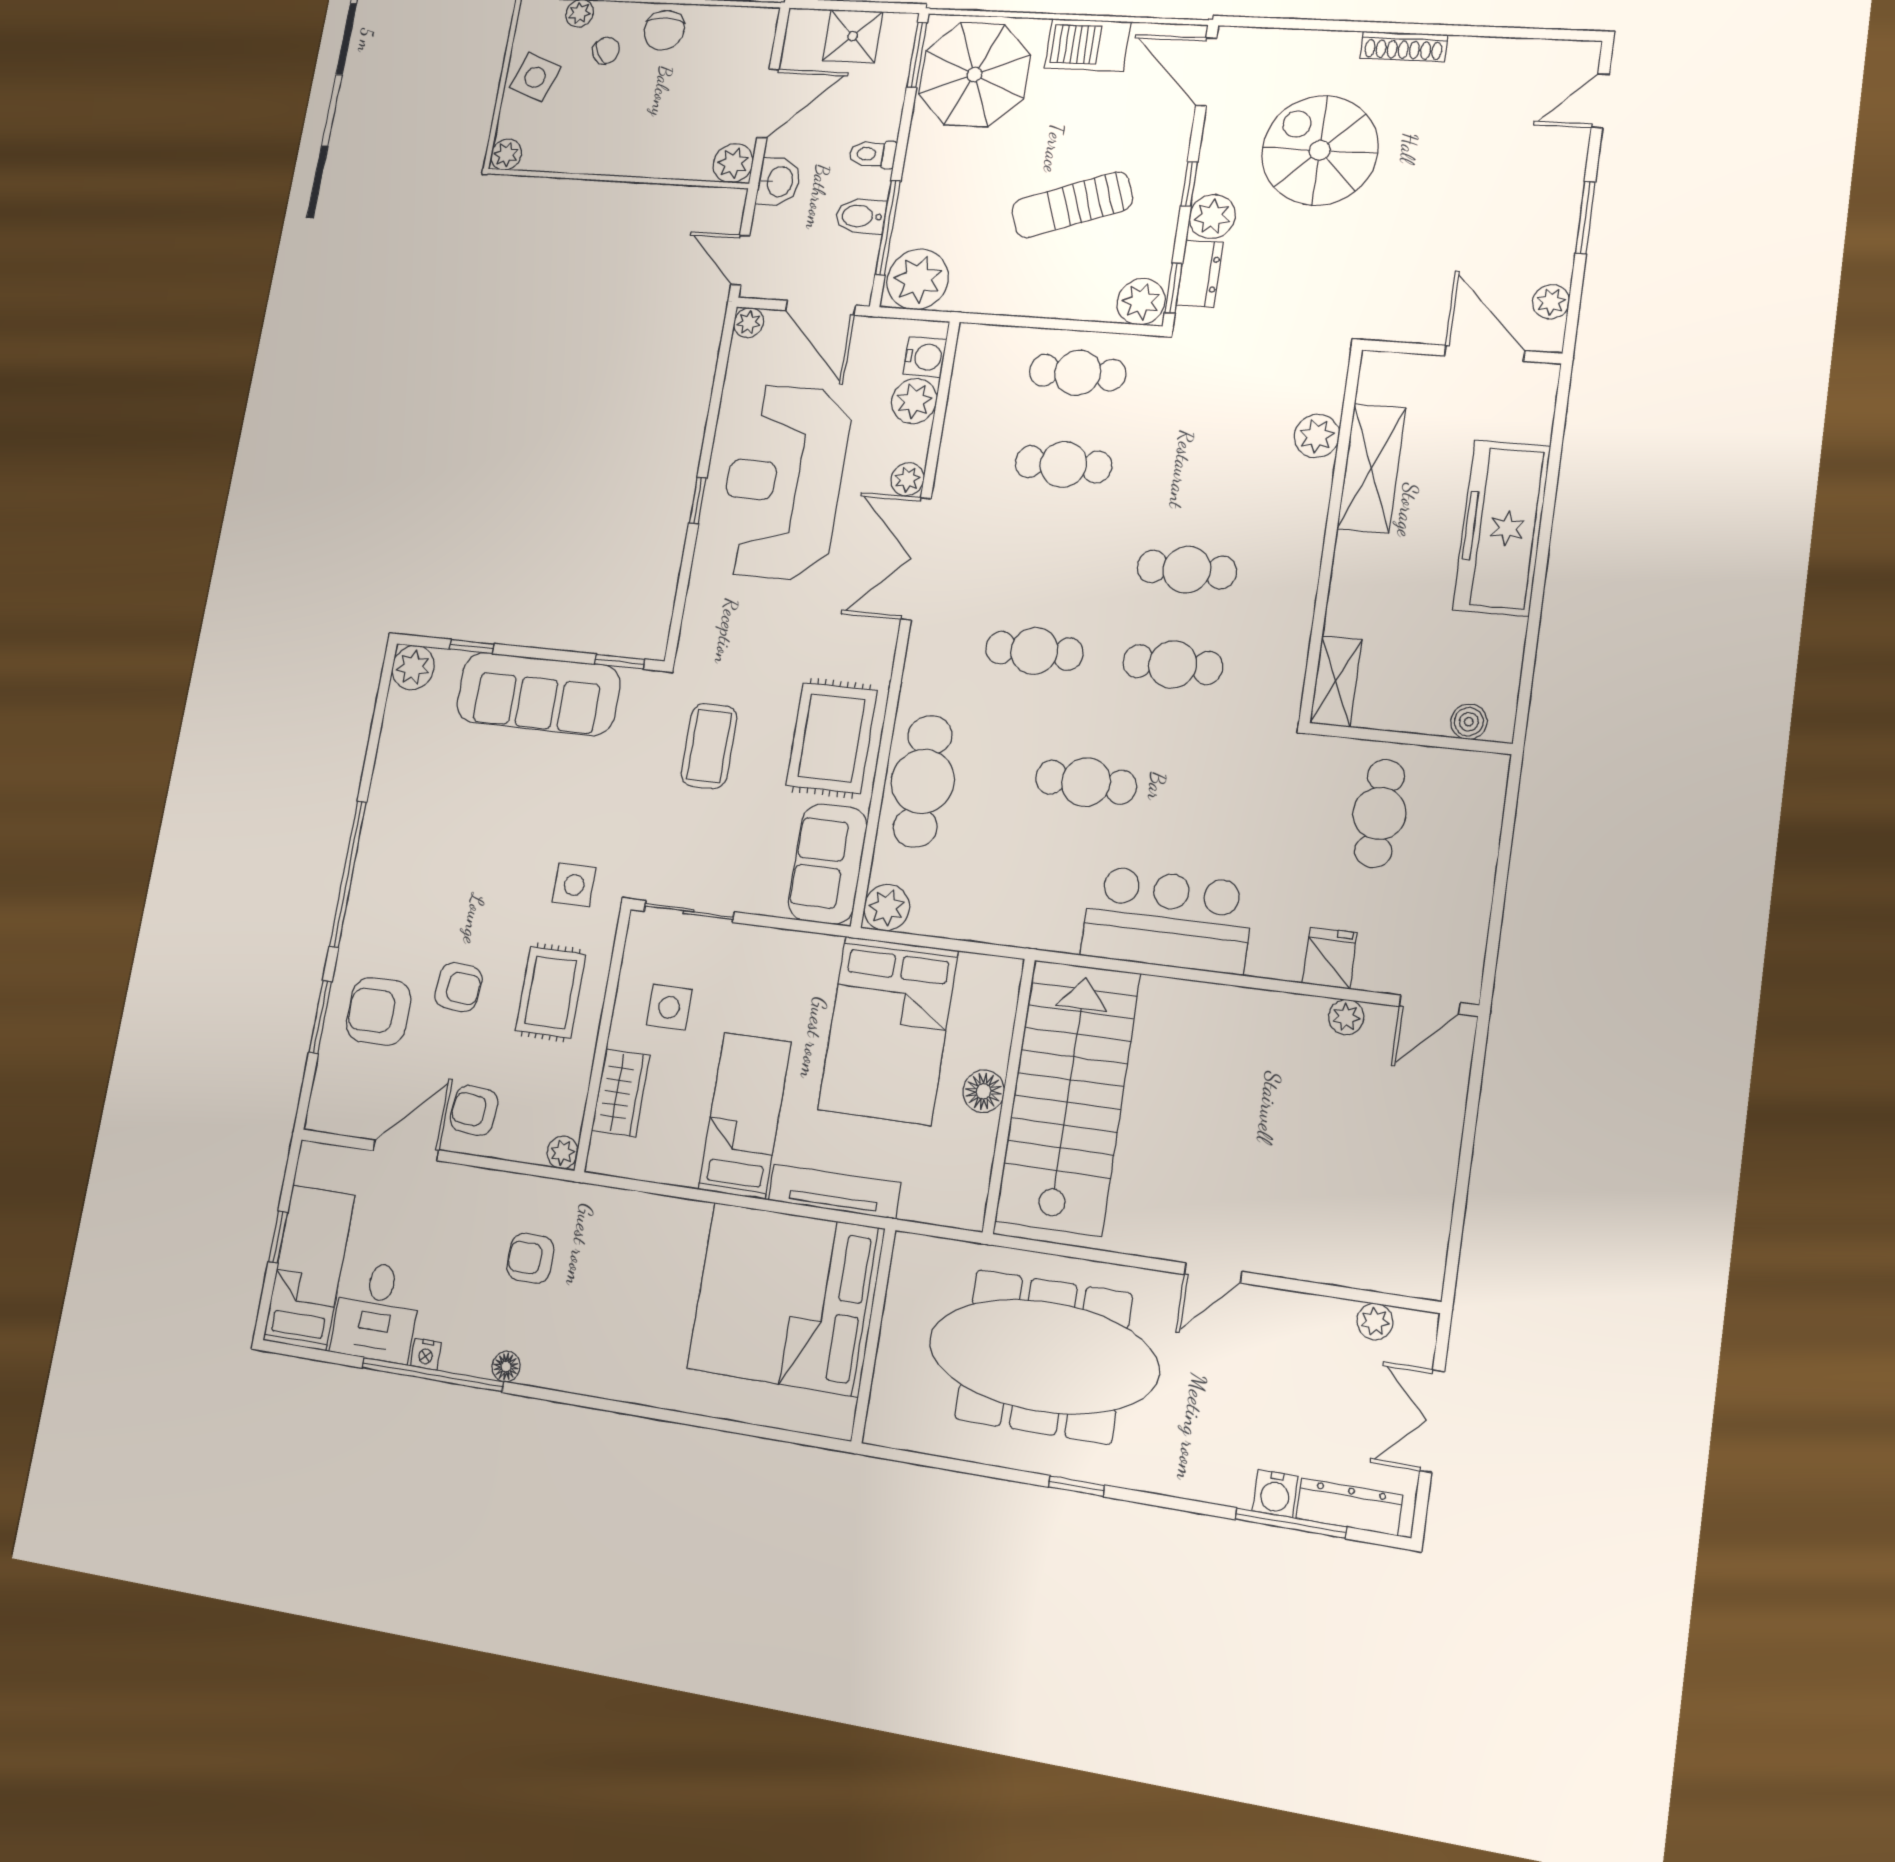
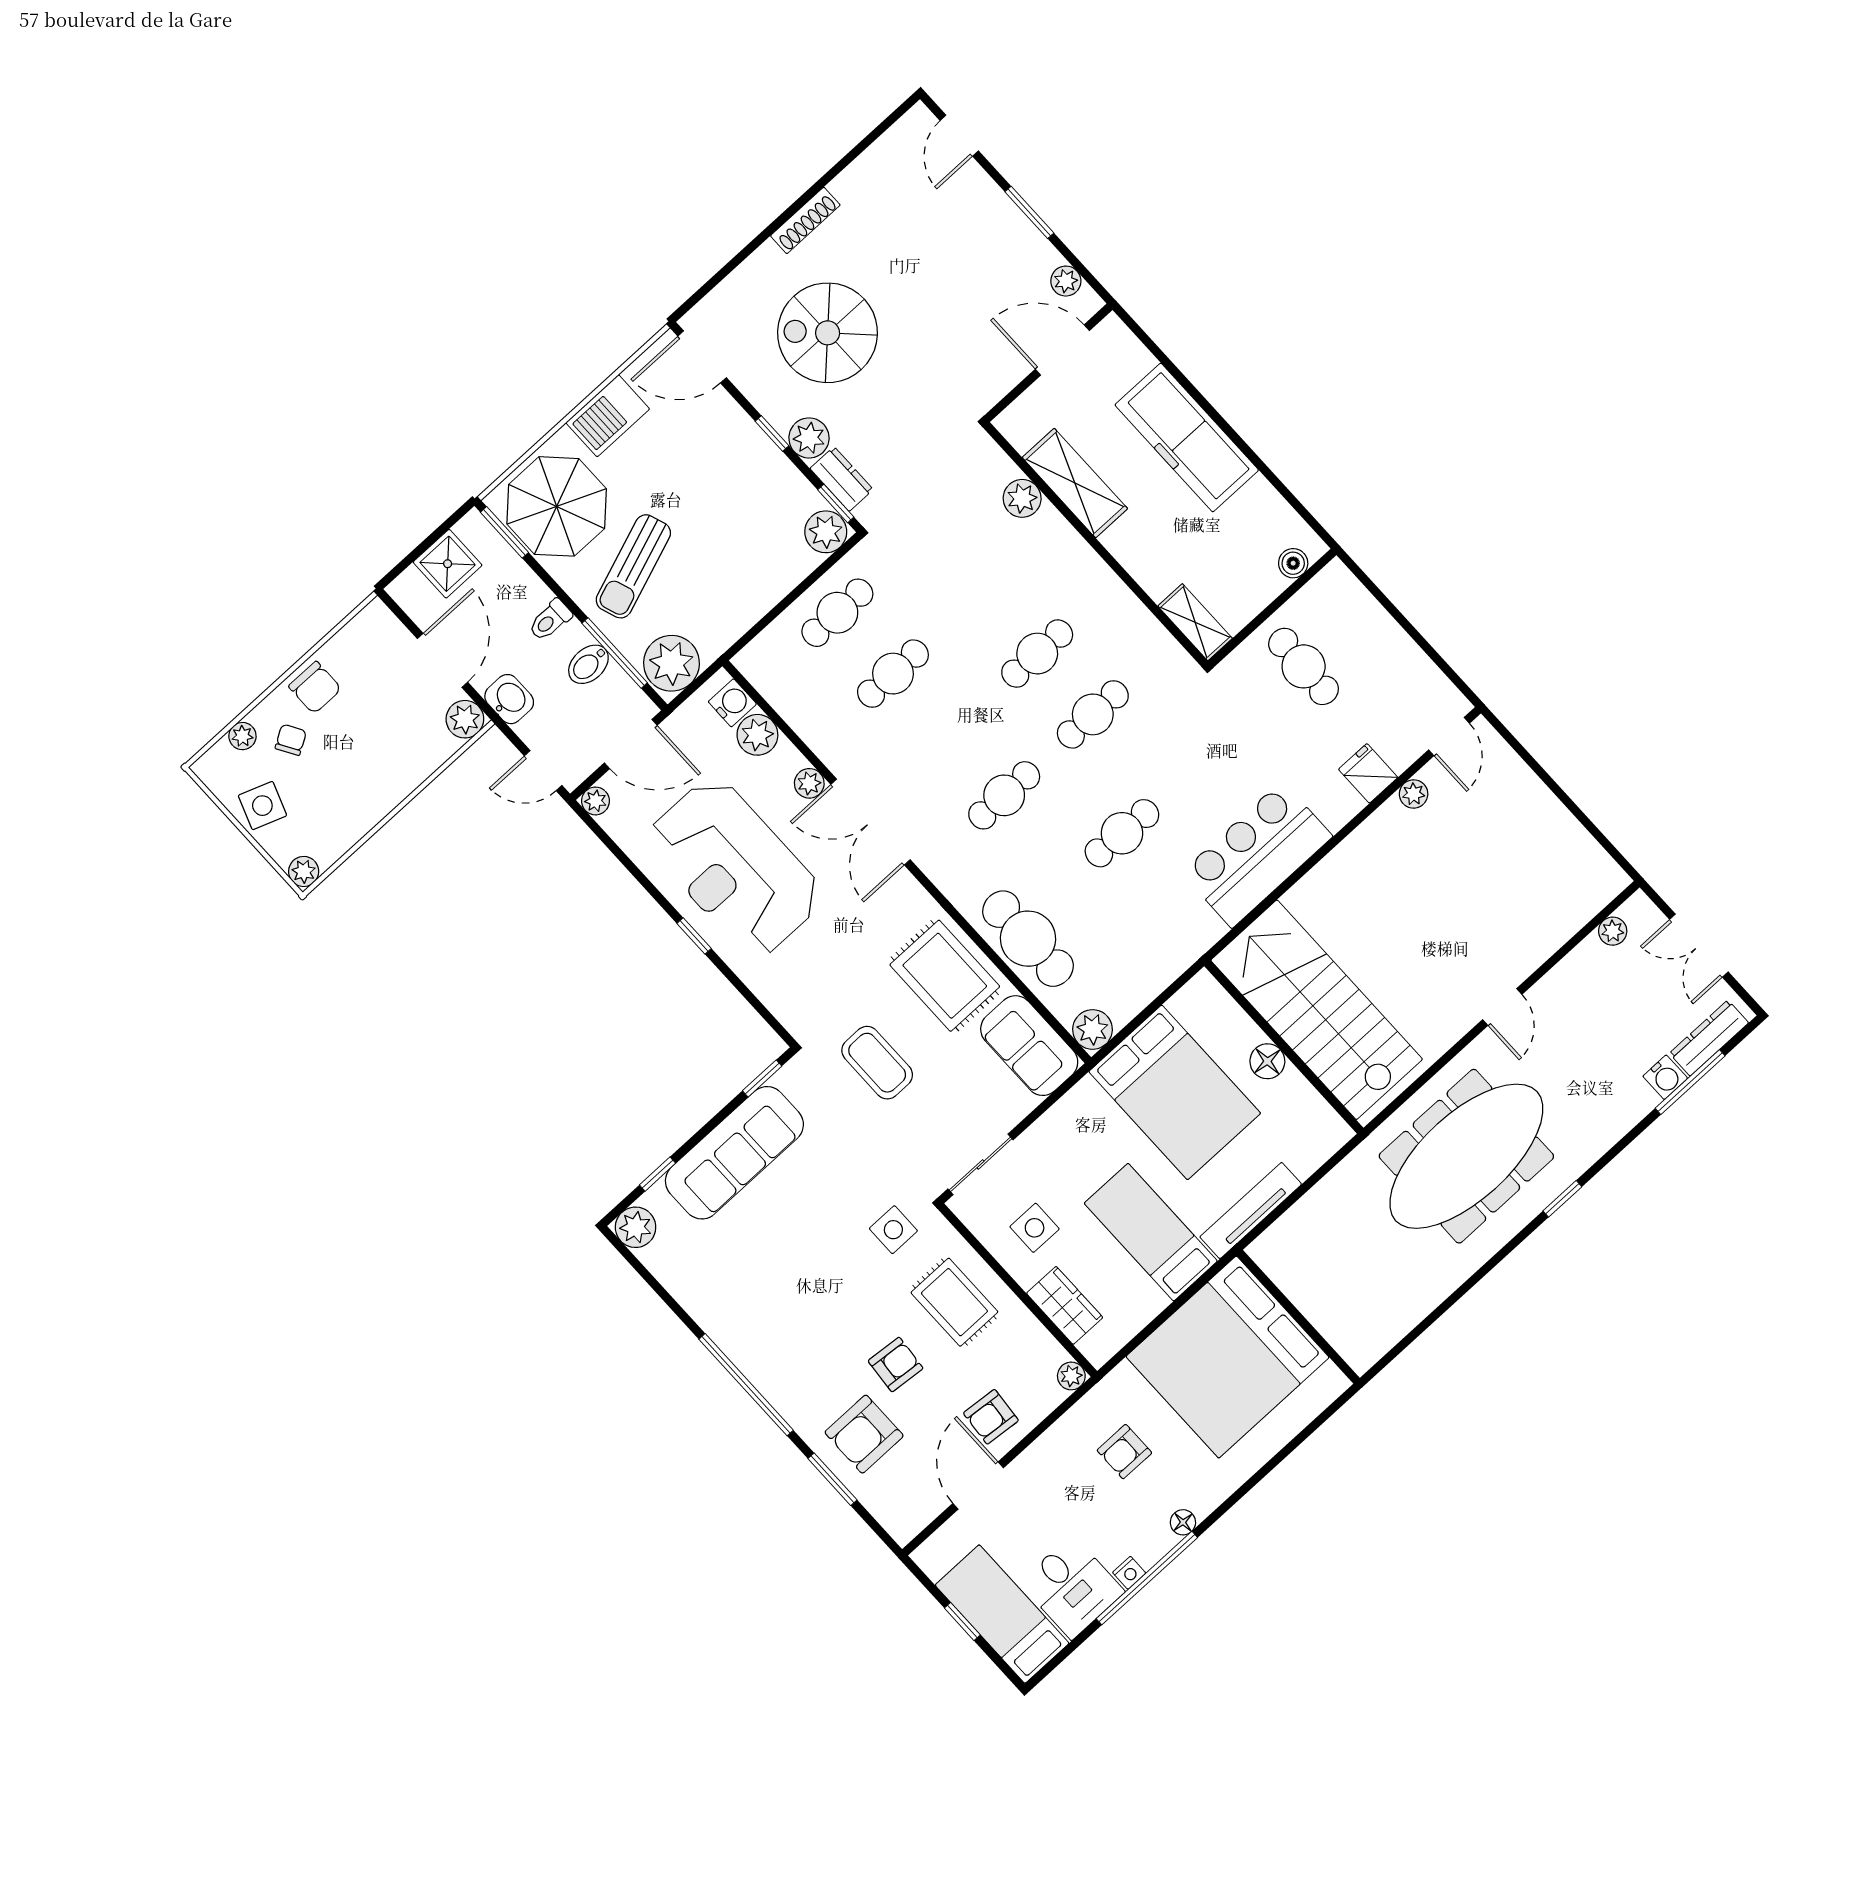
sun lounger: (1072, 205) -> (633, 566), moved
bed: (786, 1299) -> (1228, 1357), moved
wall: (873, 1335) -> (1298, 1317), moved

